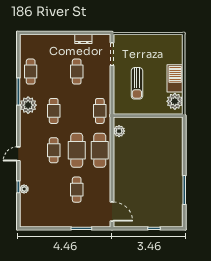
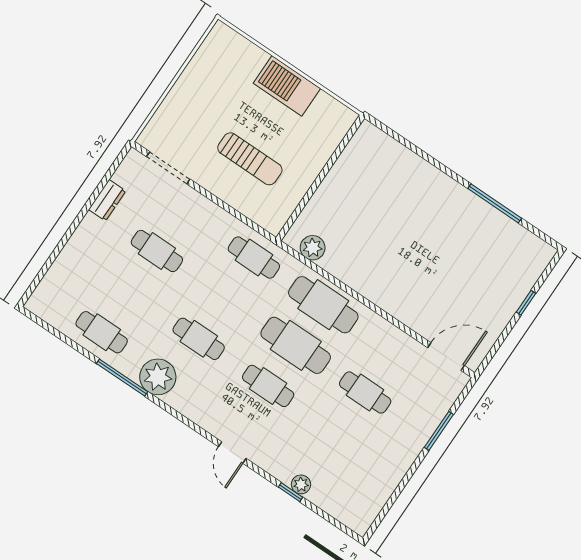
plant: (175, 101) -> (327, 114), removed

